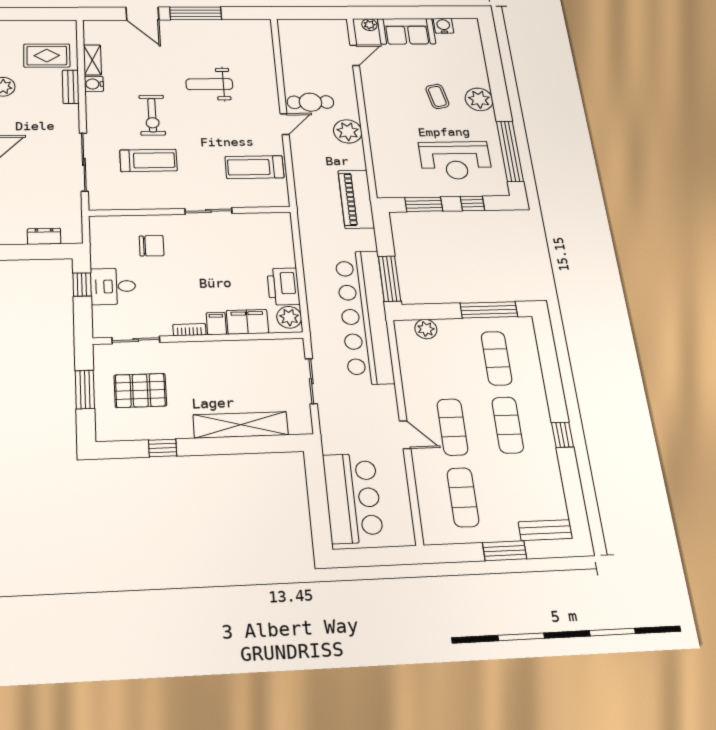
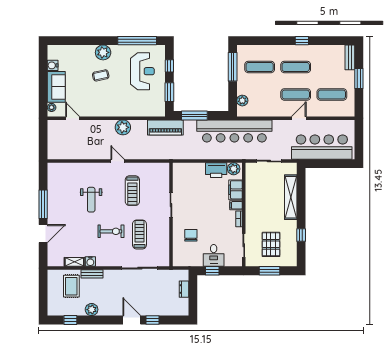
cafe table: (310, 102) -> (104, 146), removed
treadmill: (254, 167) -> (132, 191), moved
window: (389, 279) -> (194, 116), moved
bar counter: (353, 498) -> (322, 147), width x1.36

